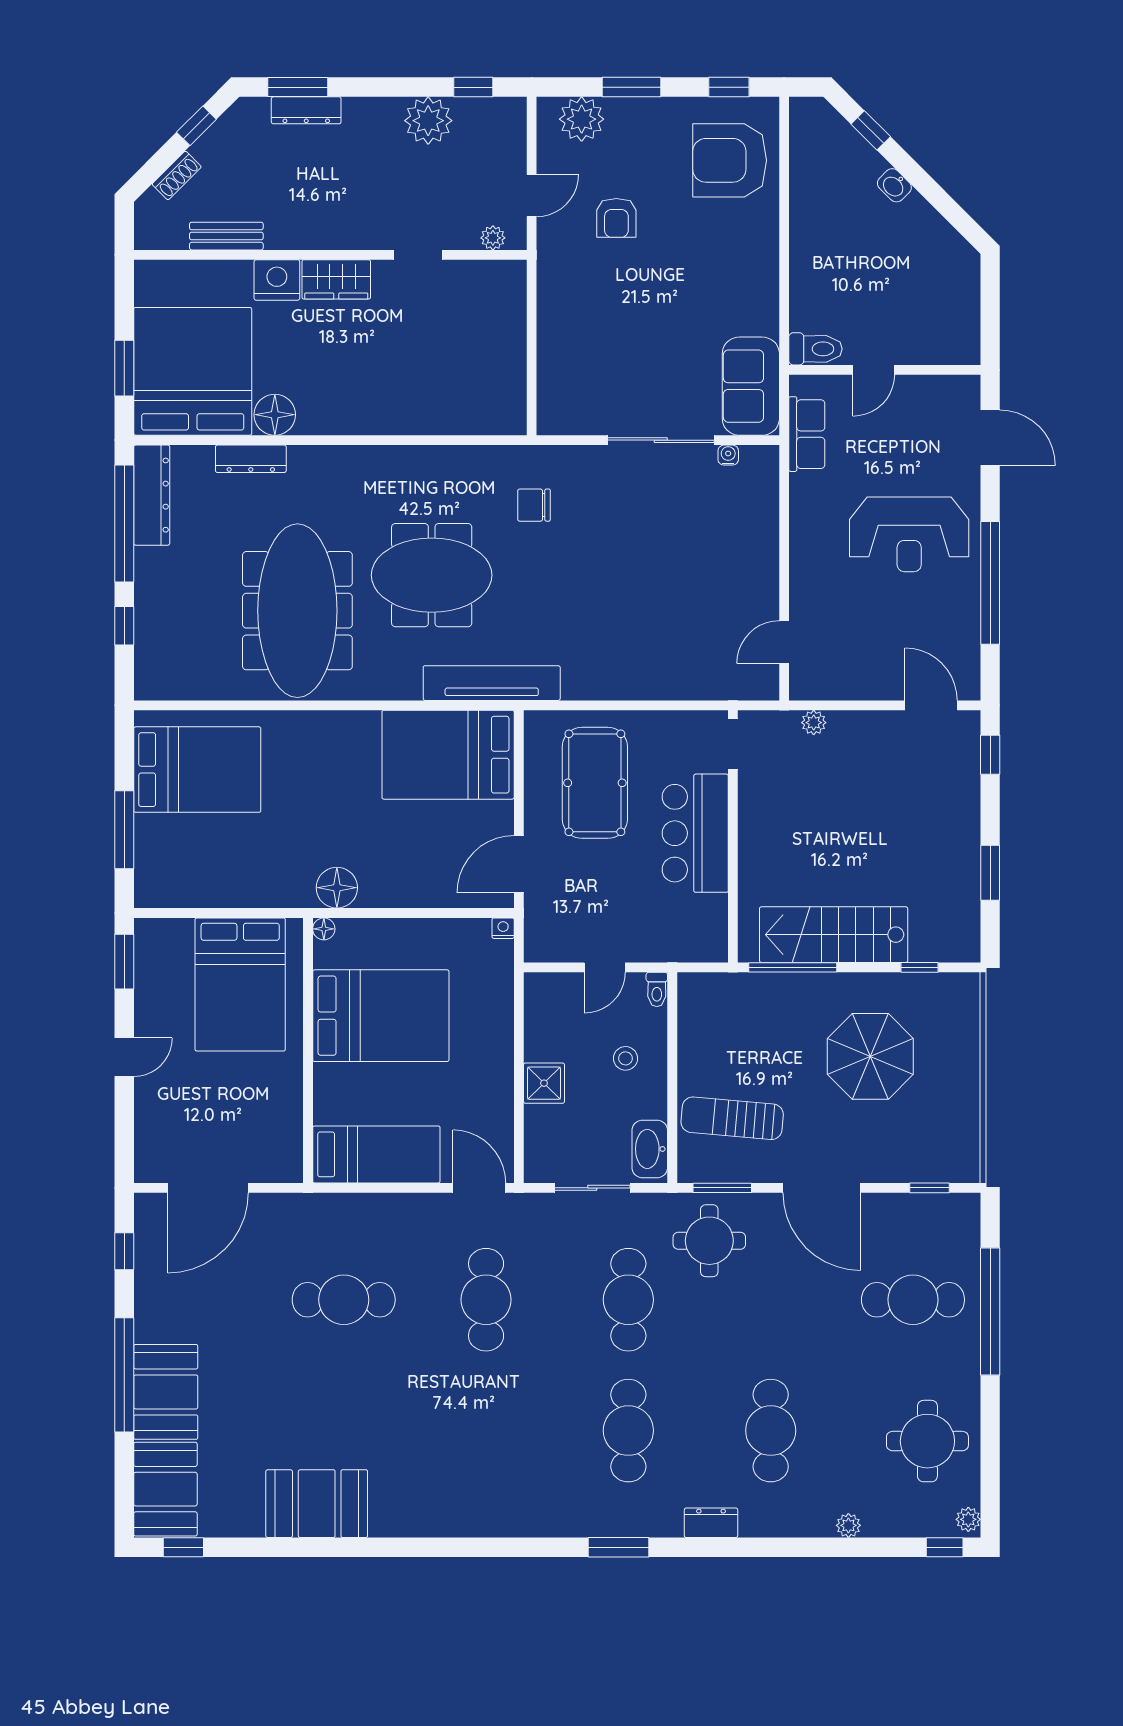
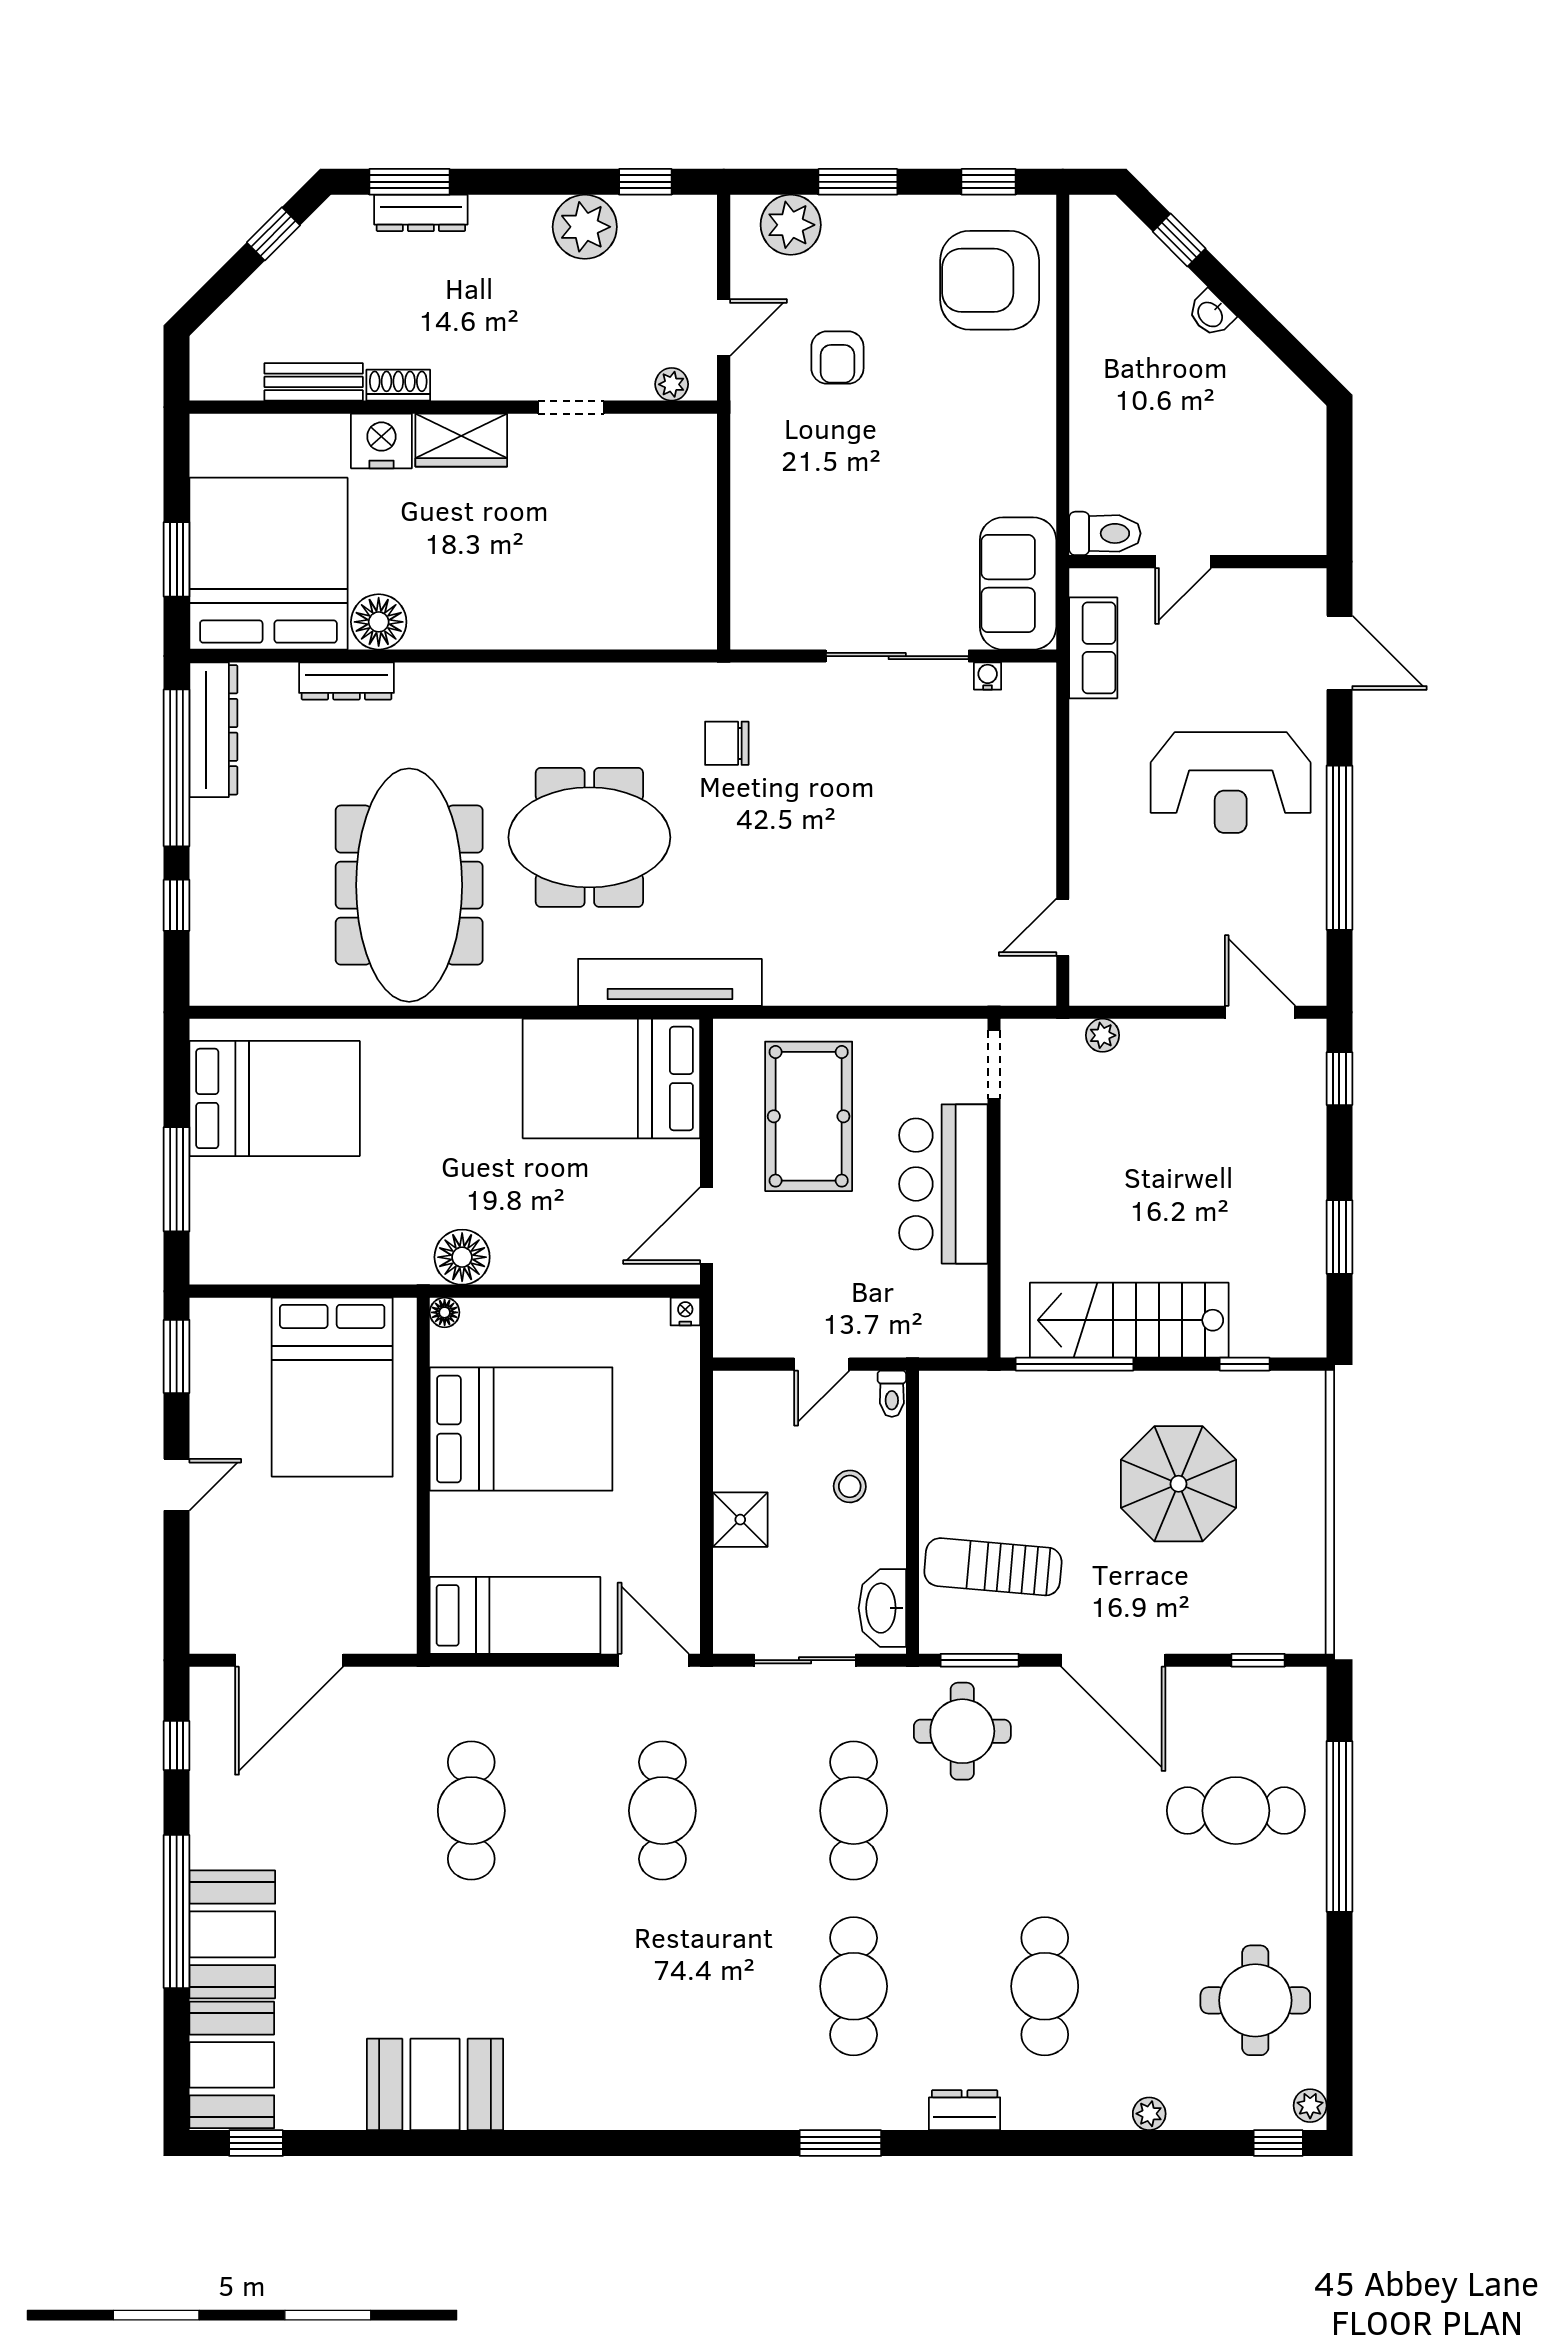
shoe rack: (177, 175) -> (398, 385), moved, turned -135
cafe table: (344, 1300) -> (471, 1811), turned 90

